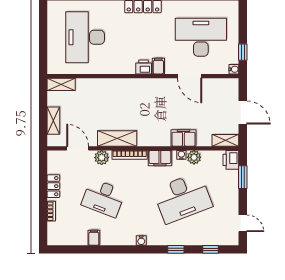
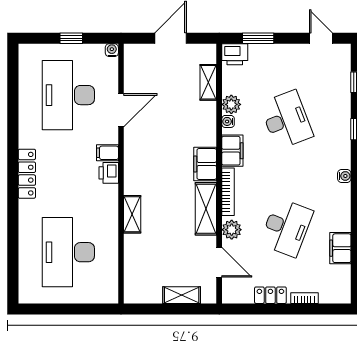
desk: (85, 37) -> (68, 252), turned 90
window: (243, 52) -> (71, 38), moved
shelving: (61, 84) -> (132, 214), moved
filing cabinet: (183, 138) -> (205, 164), moved
shelving: (225, 140) -> (208, 82), moved
door: (78, 148) -> (219, 262), swing flipped
desk: (183, 198) -> (286, 120), width x0.73, depth x0.77
door: (243, 223) -> (321, 38), hinge flipped
filing cabinet: (94, 238) -> (340, 248), width x2.00

